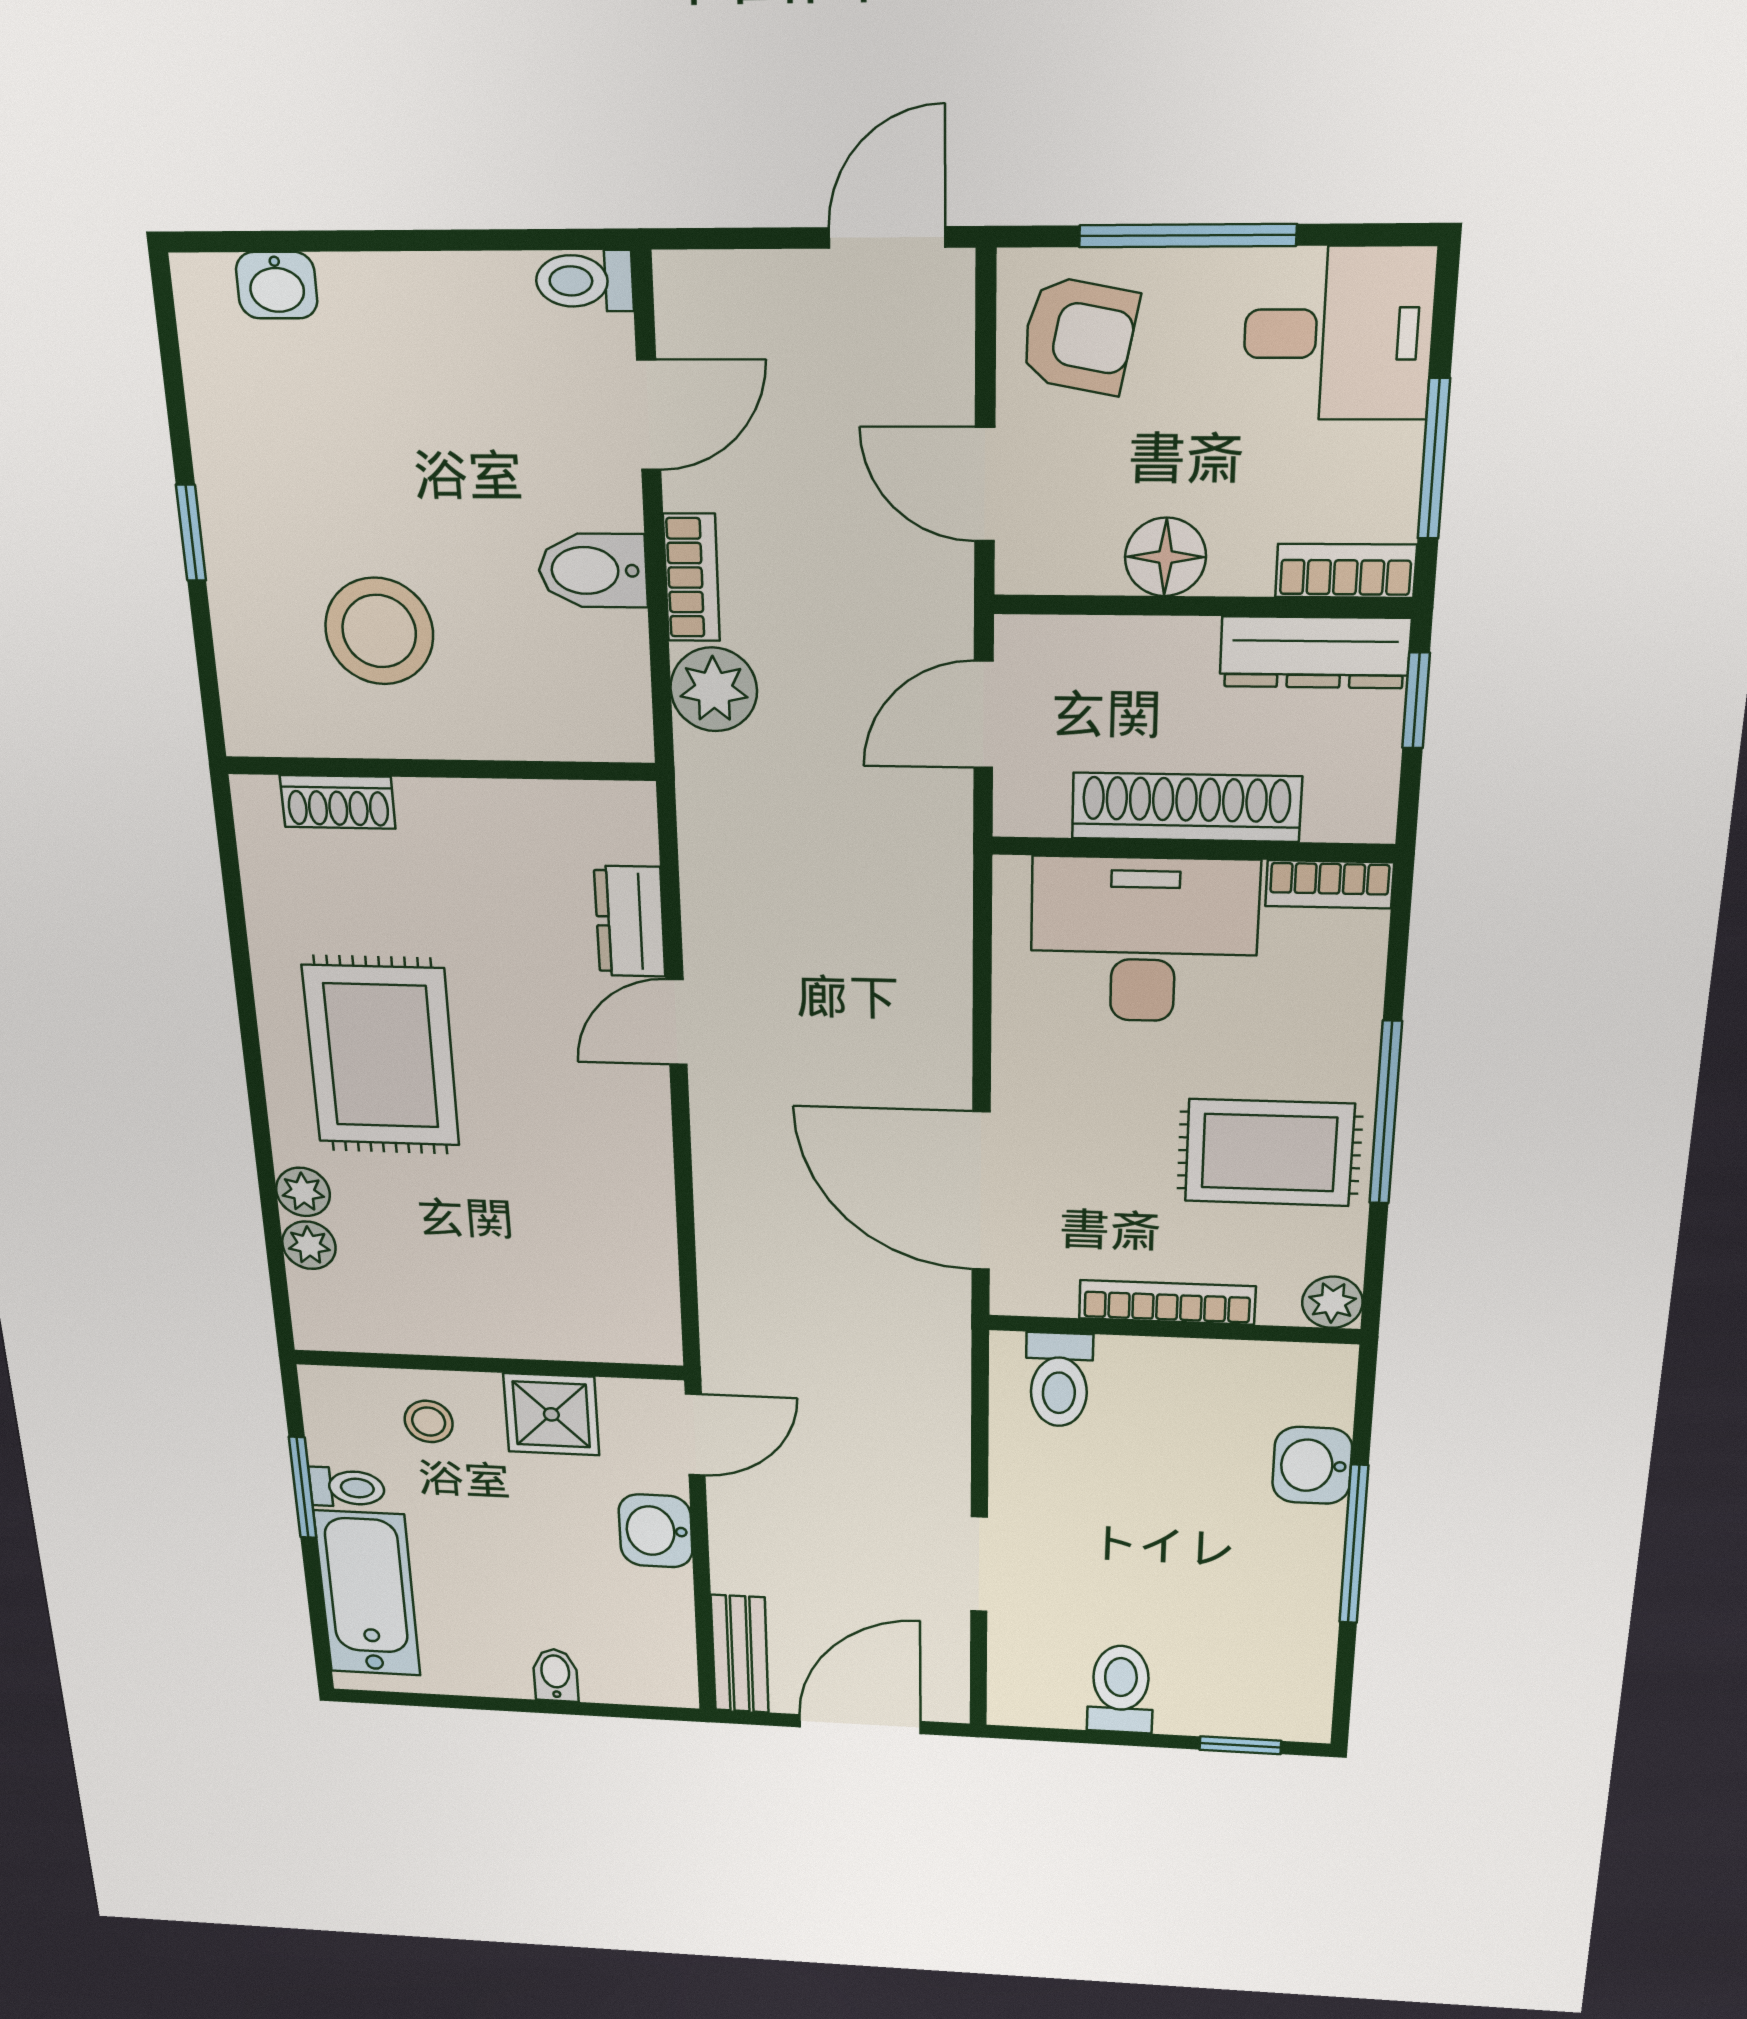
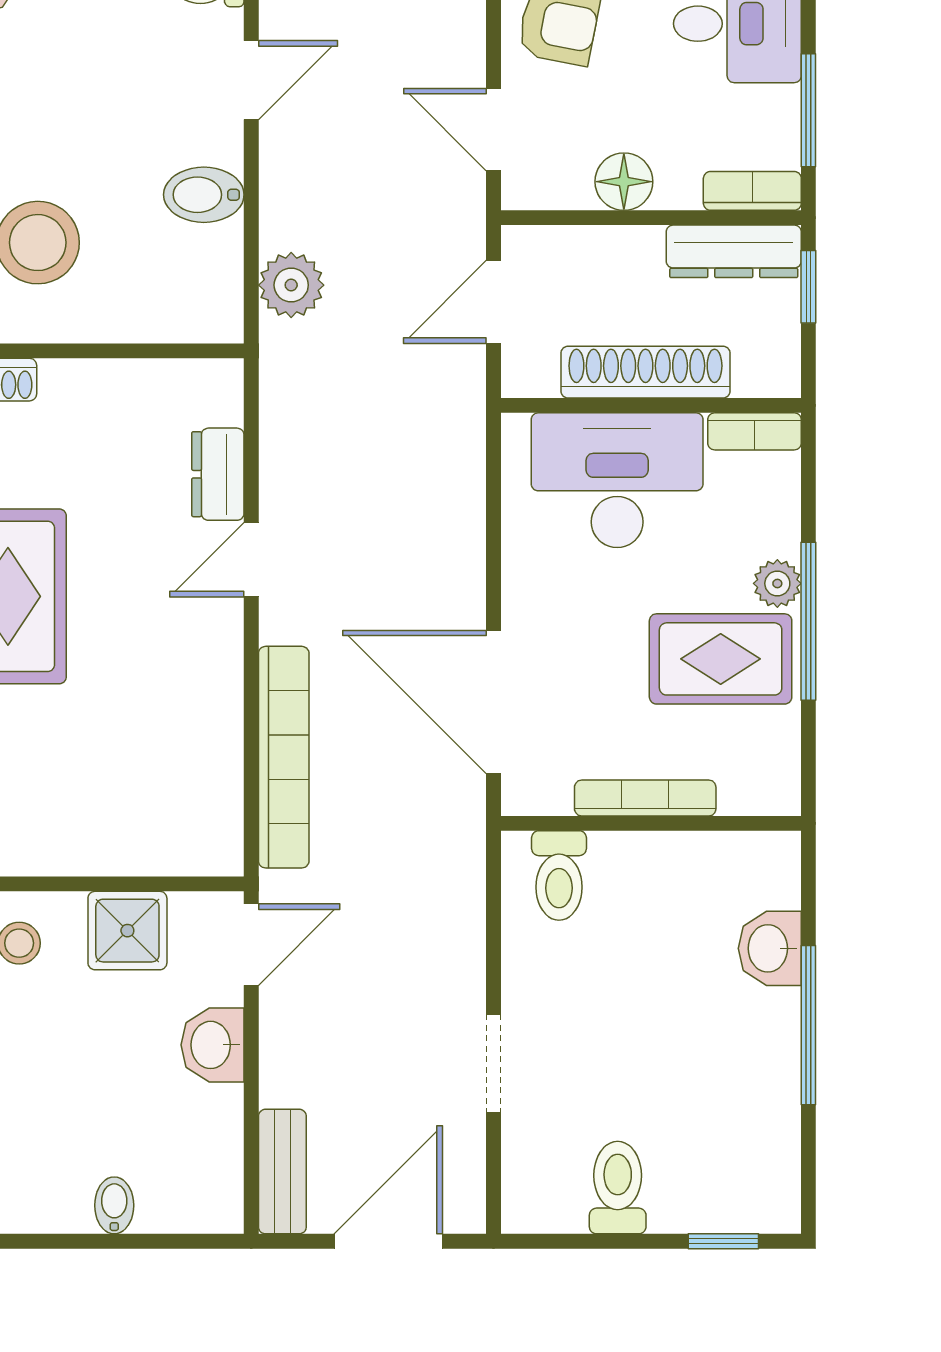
bookcase: (691, 578) -> (284, 757), moved, width x2.31, depth x1.31
plant: (1332, 1302) -> (777, 583), moved

